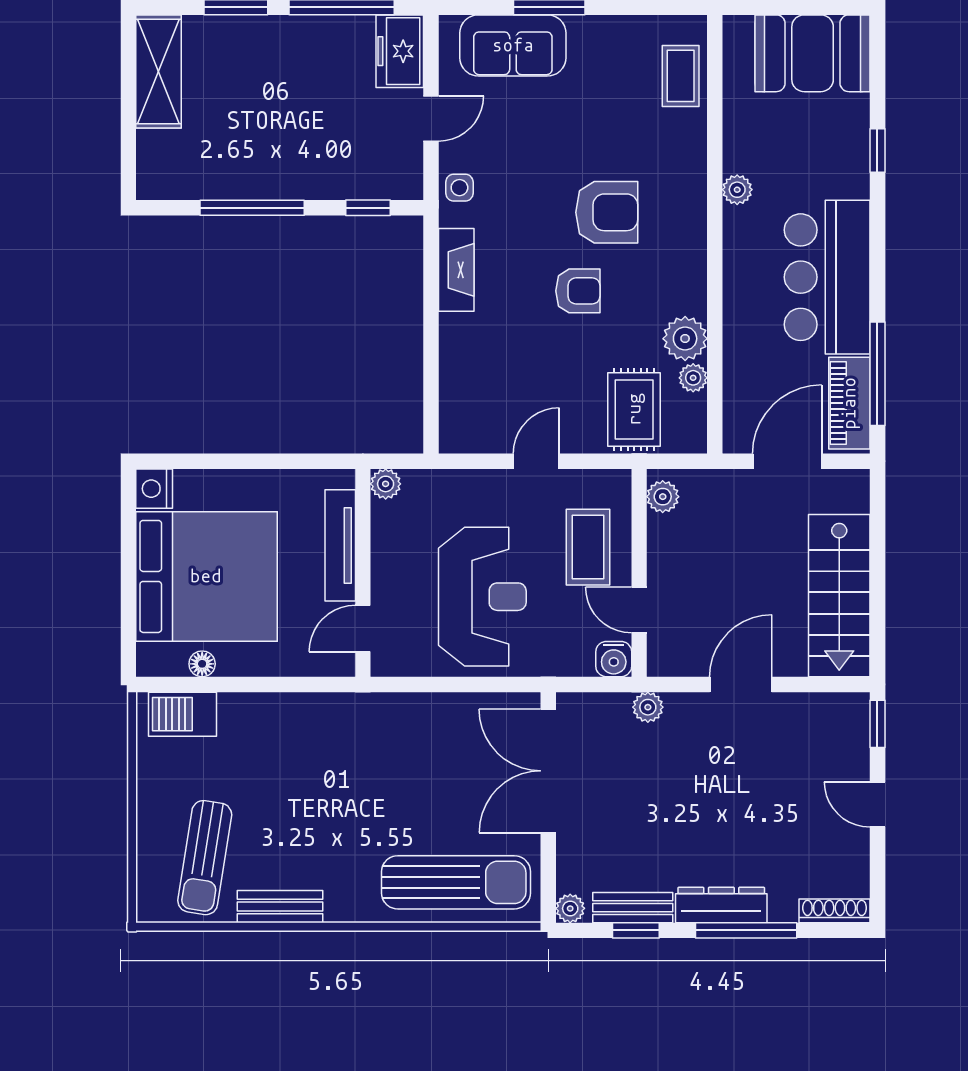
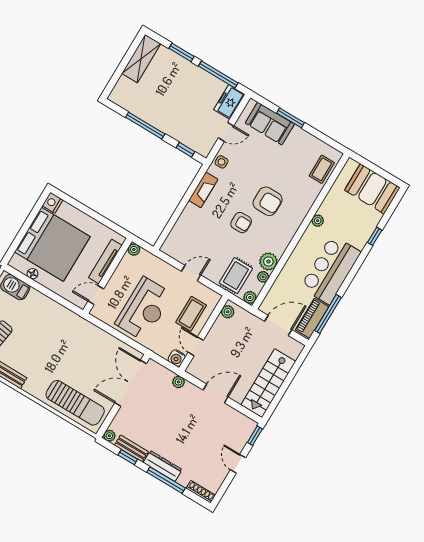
plant: (692, 438) -> (250, 297), added

